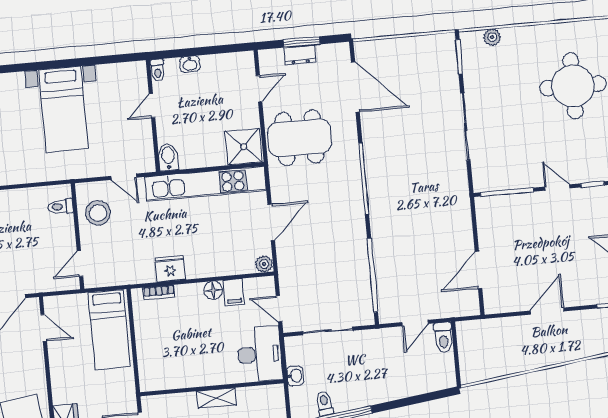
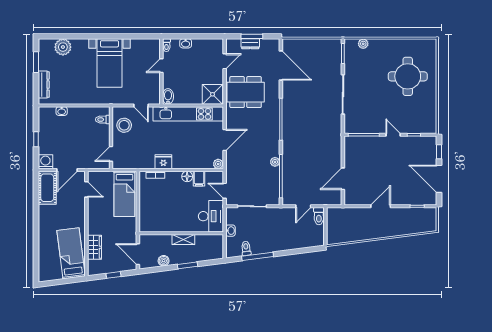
plant: (360, 252) -> (275, 162), added

